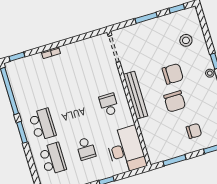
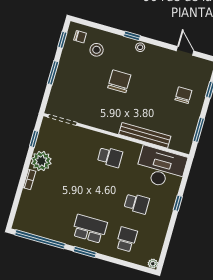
plant: (71, 53) -> (41, 161), added
window: (17, 57) -> (34, 139), moved
bench: (136, 95) -> (145, 135), moved
chair: (175, 101) -> (80, 37), moved, width x0.54, depth x0.54
school desk: (109, 105) -> (110, 157), turned 180
school desk: (53, 159) -> (127, 239), width x0.54

